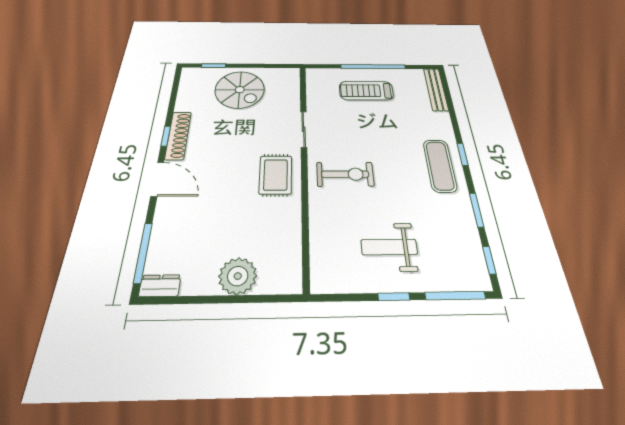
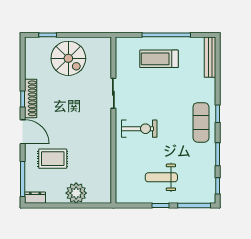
rug: (276, 175) -> (53, 159), moved, turned 90

